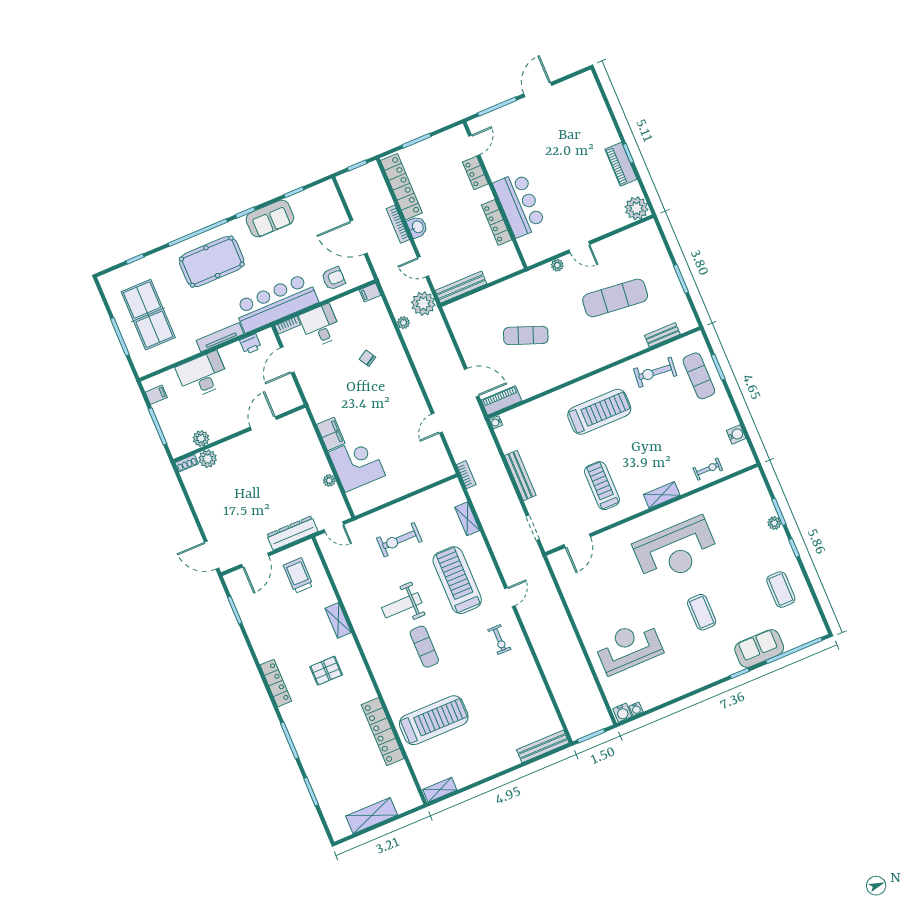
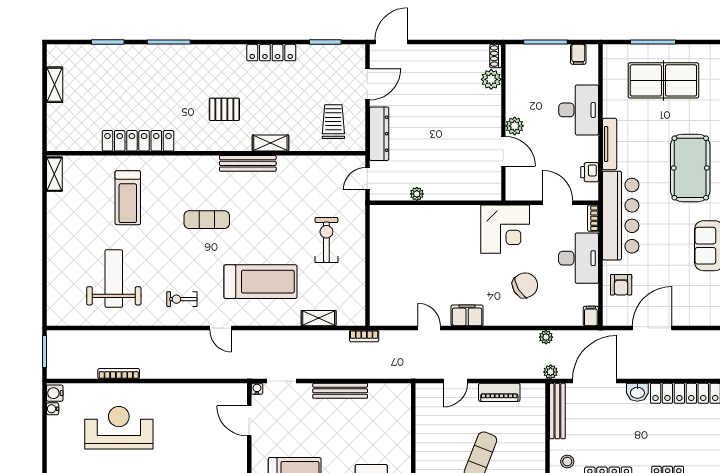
bookcase: (398, 224) -> (119, 374), moved
stool: (500, 261) -> (567, 462), added
door: (423, 267) -> (594, 381), width x1.87
plant: (423, 304) -> (551, 372), width x0.53, depth x0.53
desk: (320, 326) -> (579, 258), width x1.37
chair: (367, 358) -> (525, 285), width x1.87, depth x1.87
door: (472, 383) -> (456, 381), width x0.73
piano: (501, 400) -> (499, 392), moved, turned 90
water cooler: (496, 422) -> (257, 389), moved
filing cabinet: (331, 434) -> (467, 315), moved, turned 180
plant: (201, 438) -> (515, 126), moved
corner desk: (357, 464) -> (505, 229), moved
door: (255, 560) -> (367, 84), swing flipped
trolley: (298, 575) -> (333, 122), turned -90
weight bench: (402, 605) -> (114, 278), moved, width x1.36, depth x1.33
reception desk: (629, 647) -> (119, 428), turned -90
pallet: (326, 671) -> (224, 109), turned 90
locker: (276, 683) -> (271, 53), moved
treadmill: (434, 720) -> (128, 198), width x0.73, depth x0.73
bench: (543, 746) -> (248, 163), moved, turned 90
shelving: (372, 816) -> (55, 85), width x0.67, depth x0.75

